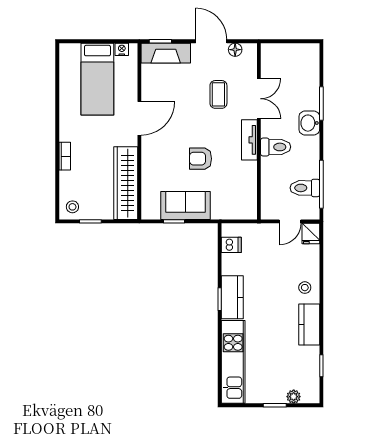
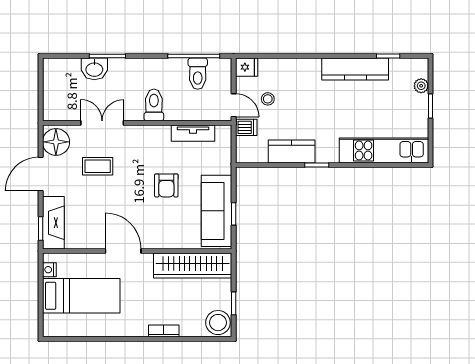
floor lamp: (235, 50) -> (56, 142), width x1.89, depth x1.89
washbasin: (309, 123) -> (94, 69), moved
tv unit: (249, 140) -> (193, 133), moved
sofa: (185, 205) -> (217, 211), width x1.36
stool: (72, 207) -> (218, 323), width x1.89, depth x1.89
door: (290, 221) -> (234, 105), moved
dishwasher: (231, 245) -> (246, 127), moved, turned 90
stool: (305, 288) -> (268, 99), moved
kitchen counter: (232, 297) -> (292, 151), moved
kitchen counter: (309, 325) -> (355, 69), width x1.50

